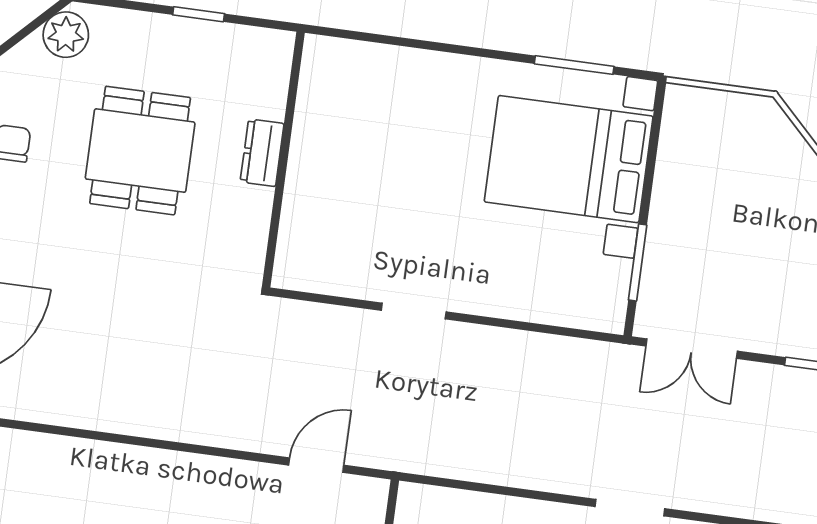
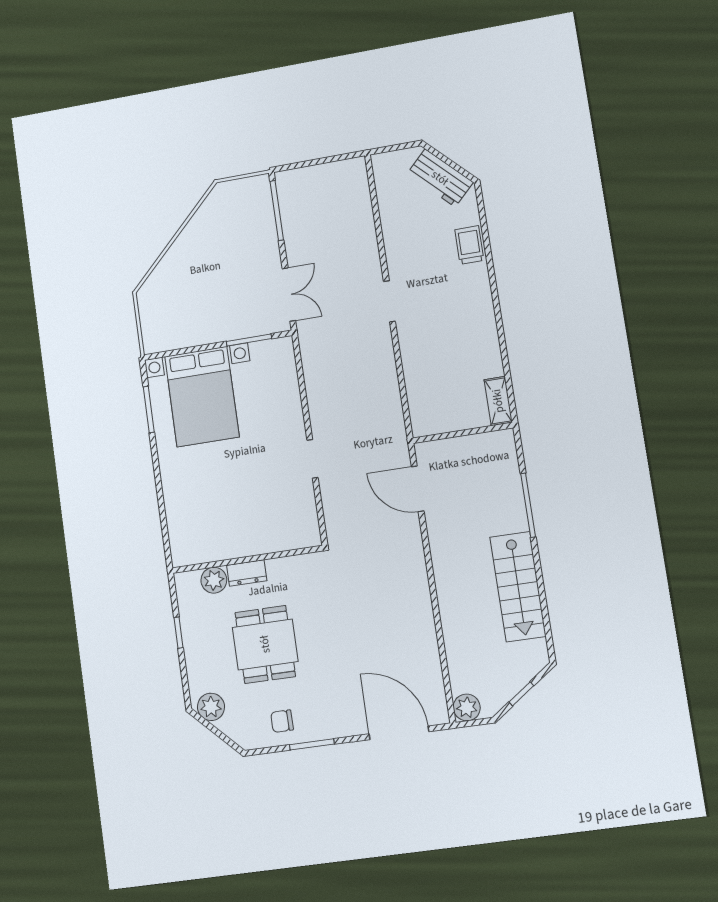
plant: (266, 96) -> (214, 580), added
dining table: (140, 151) -> (265, 644), turned 90
door: (316, 465) -> (418, 489), width x1.38

